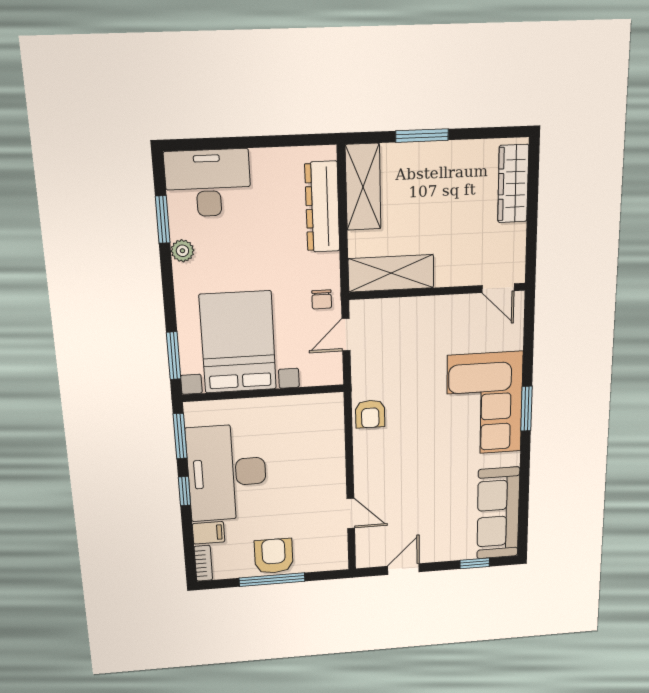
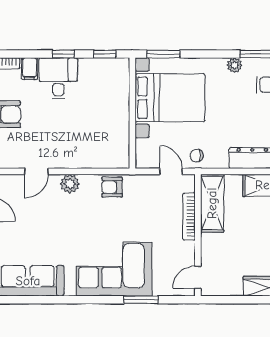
bookcase: (411, 305) -> (189, 217), added
window: (526, 409) -> (141, 300), moved
window: (180, 436) -> (105, 54), width x0.67
plant: (367, 470) -> (70, 184), added
desk: (227, 473) -> (58, 78), width x0.53, depth x0.77

